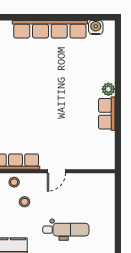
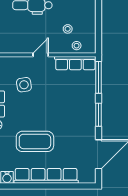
coffee table: (63, 70) -> (35, 141), added
side table: (76, 136) -> (24, 85), added

